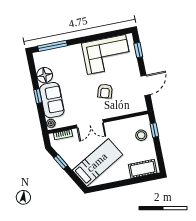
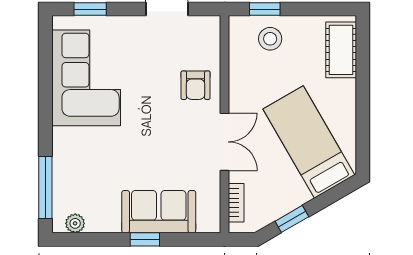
floor lamp: (45, 75) -> (103, 216), removed
armchair: (105, 91) -> (196, 85), moved, turned 73
plant: (51, 123) -> (75, 223), moved

